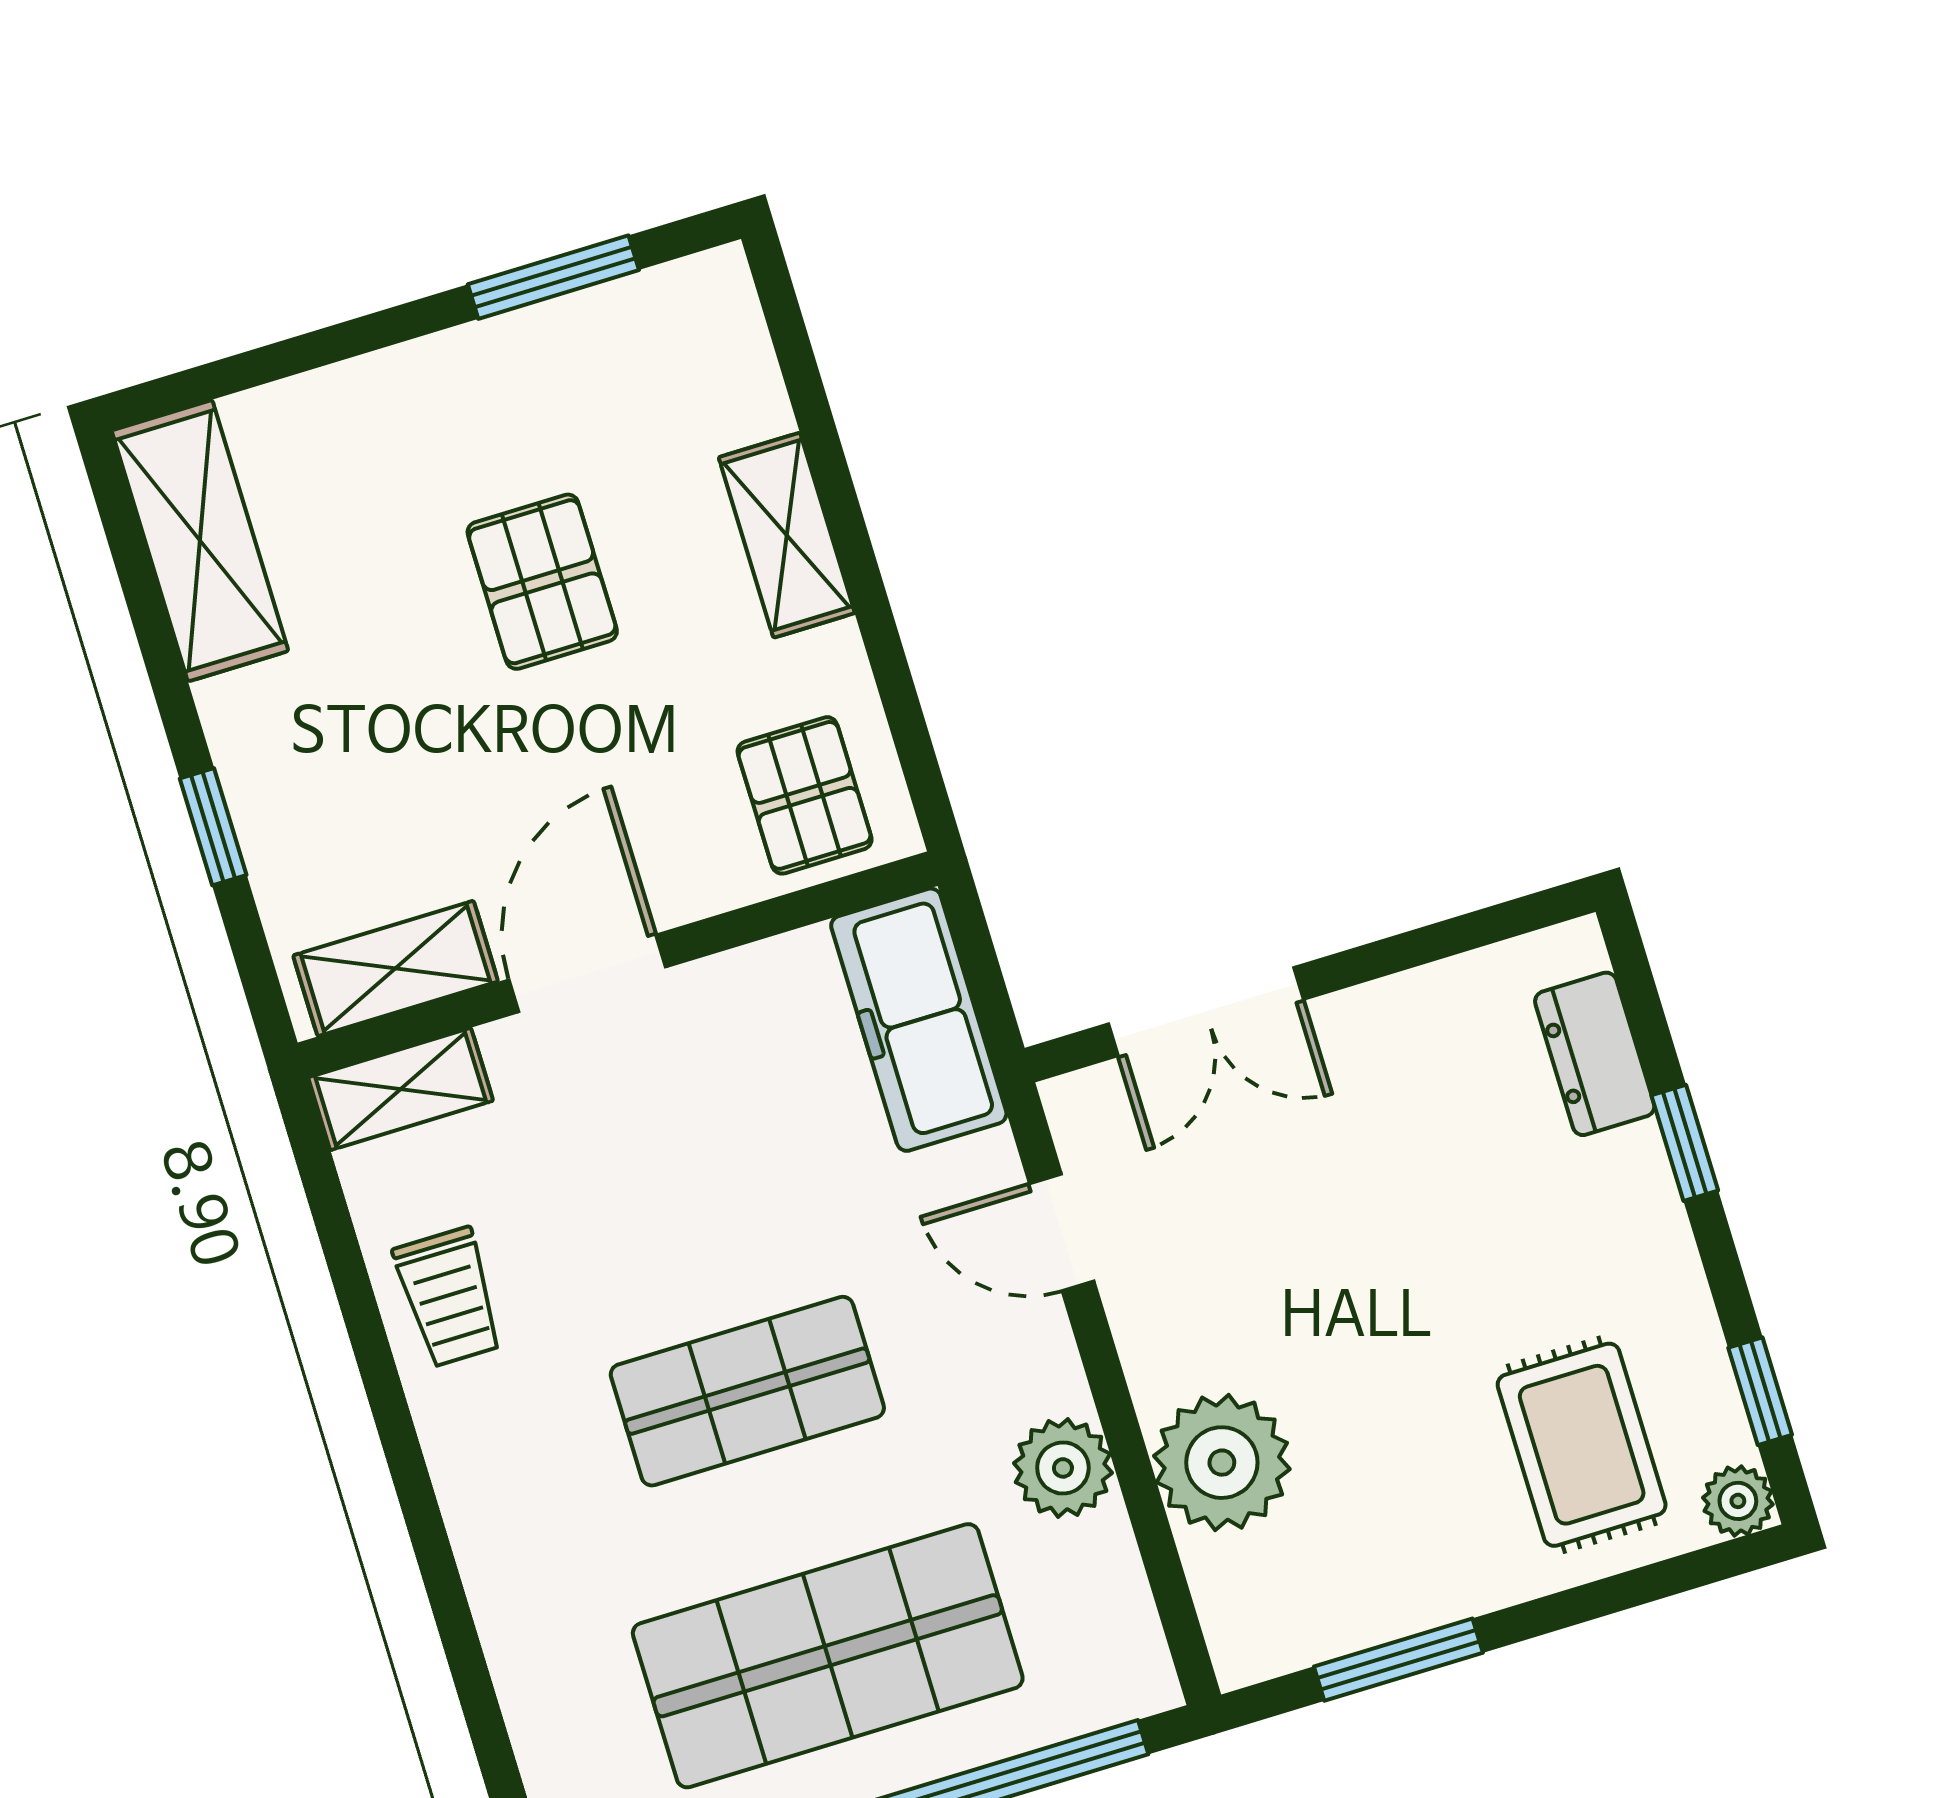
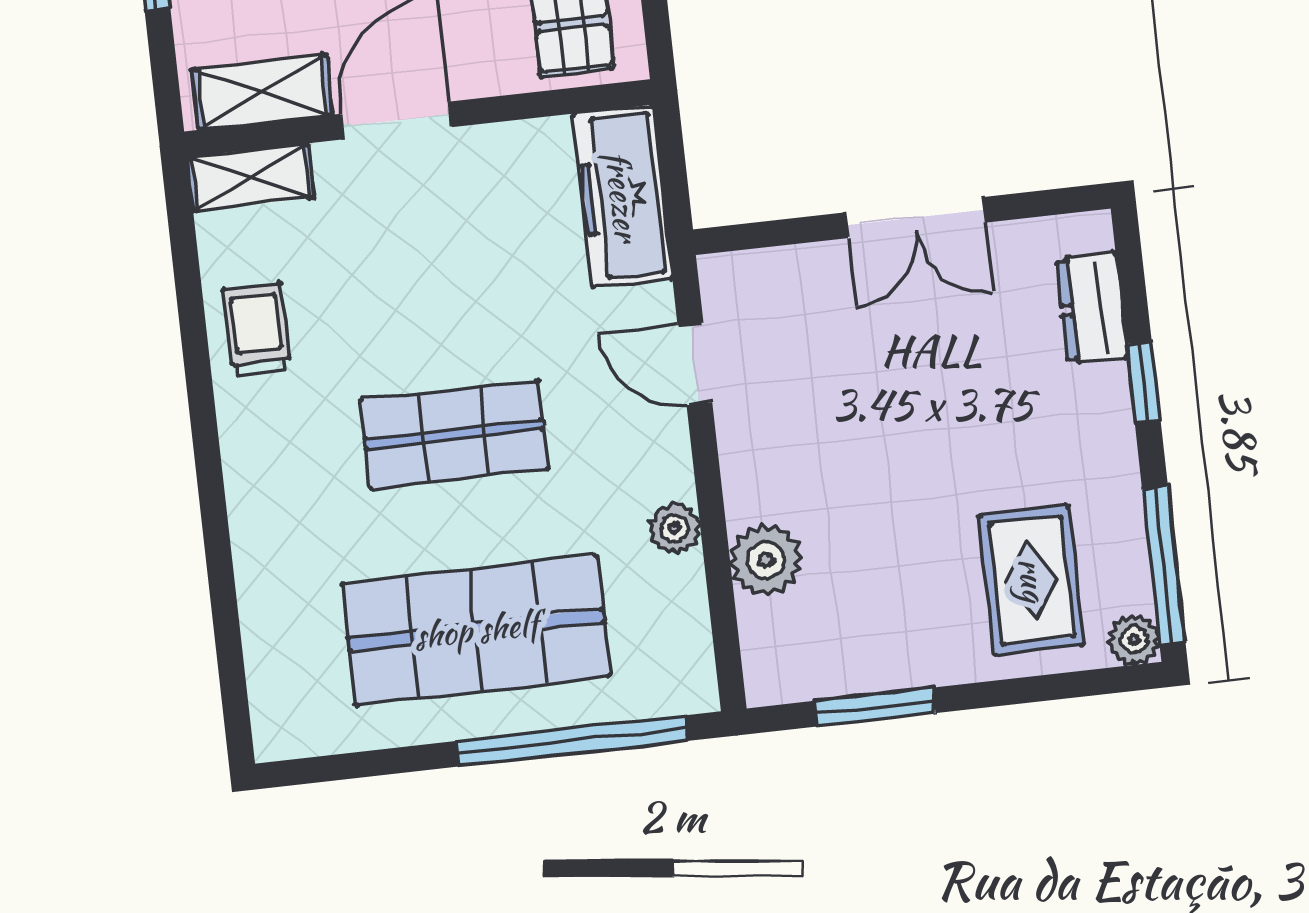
double door: (1206, 1012) -> (915, 218), moved
trolley: (449, 1297) -> (257, 330), turned 180
window: (1760, 1391) -> (1164, 566), width x2.17
plant: (1222, 1463) -> (766, 560), width x0.73, depth x0.73
plant: (1063, 1468) -> (675, 528), width x0.73, depth x0.73

